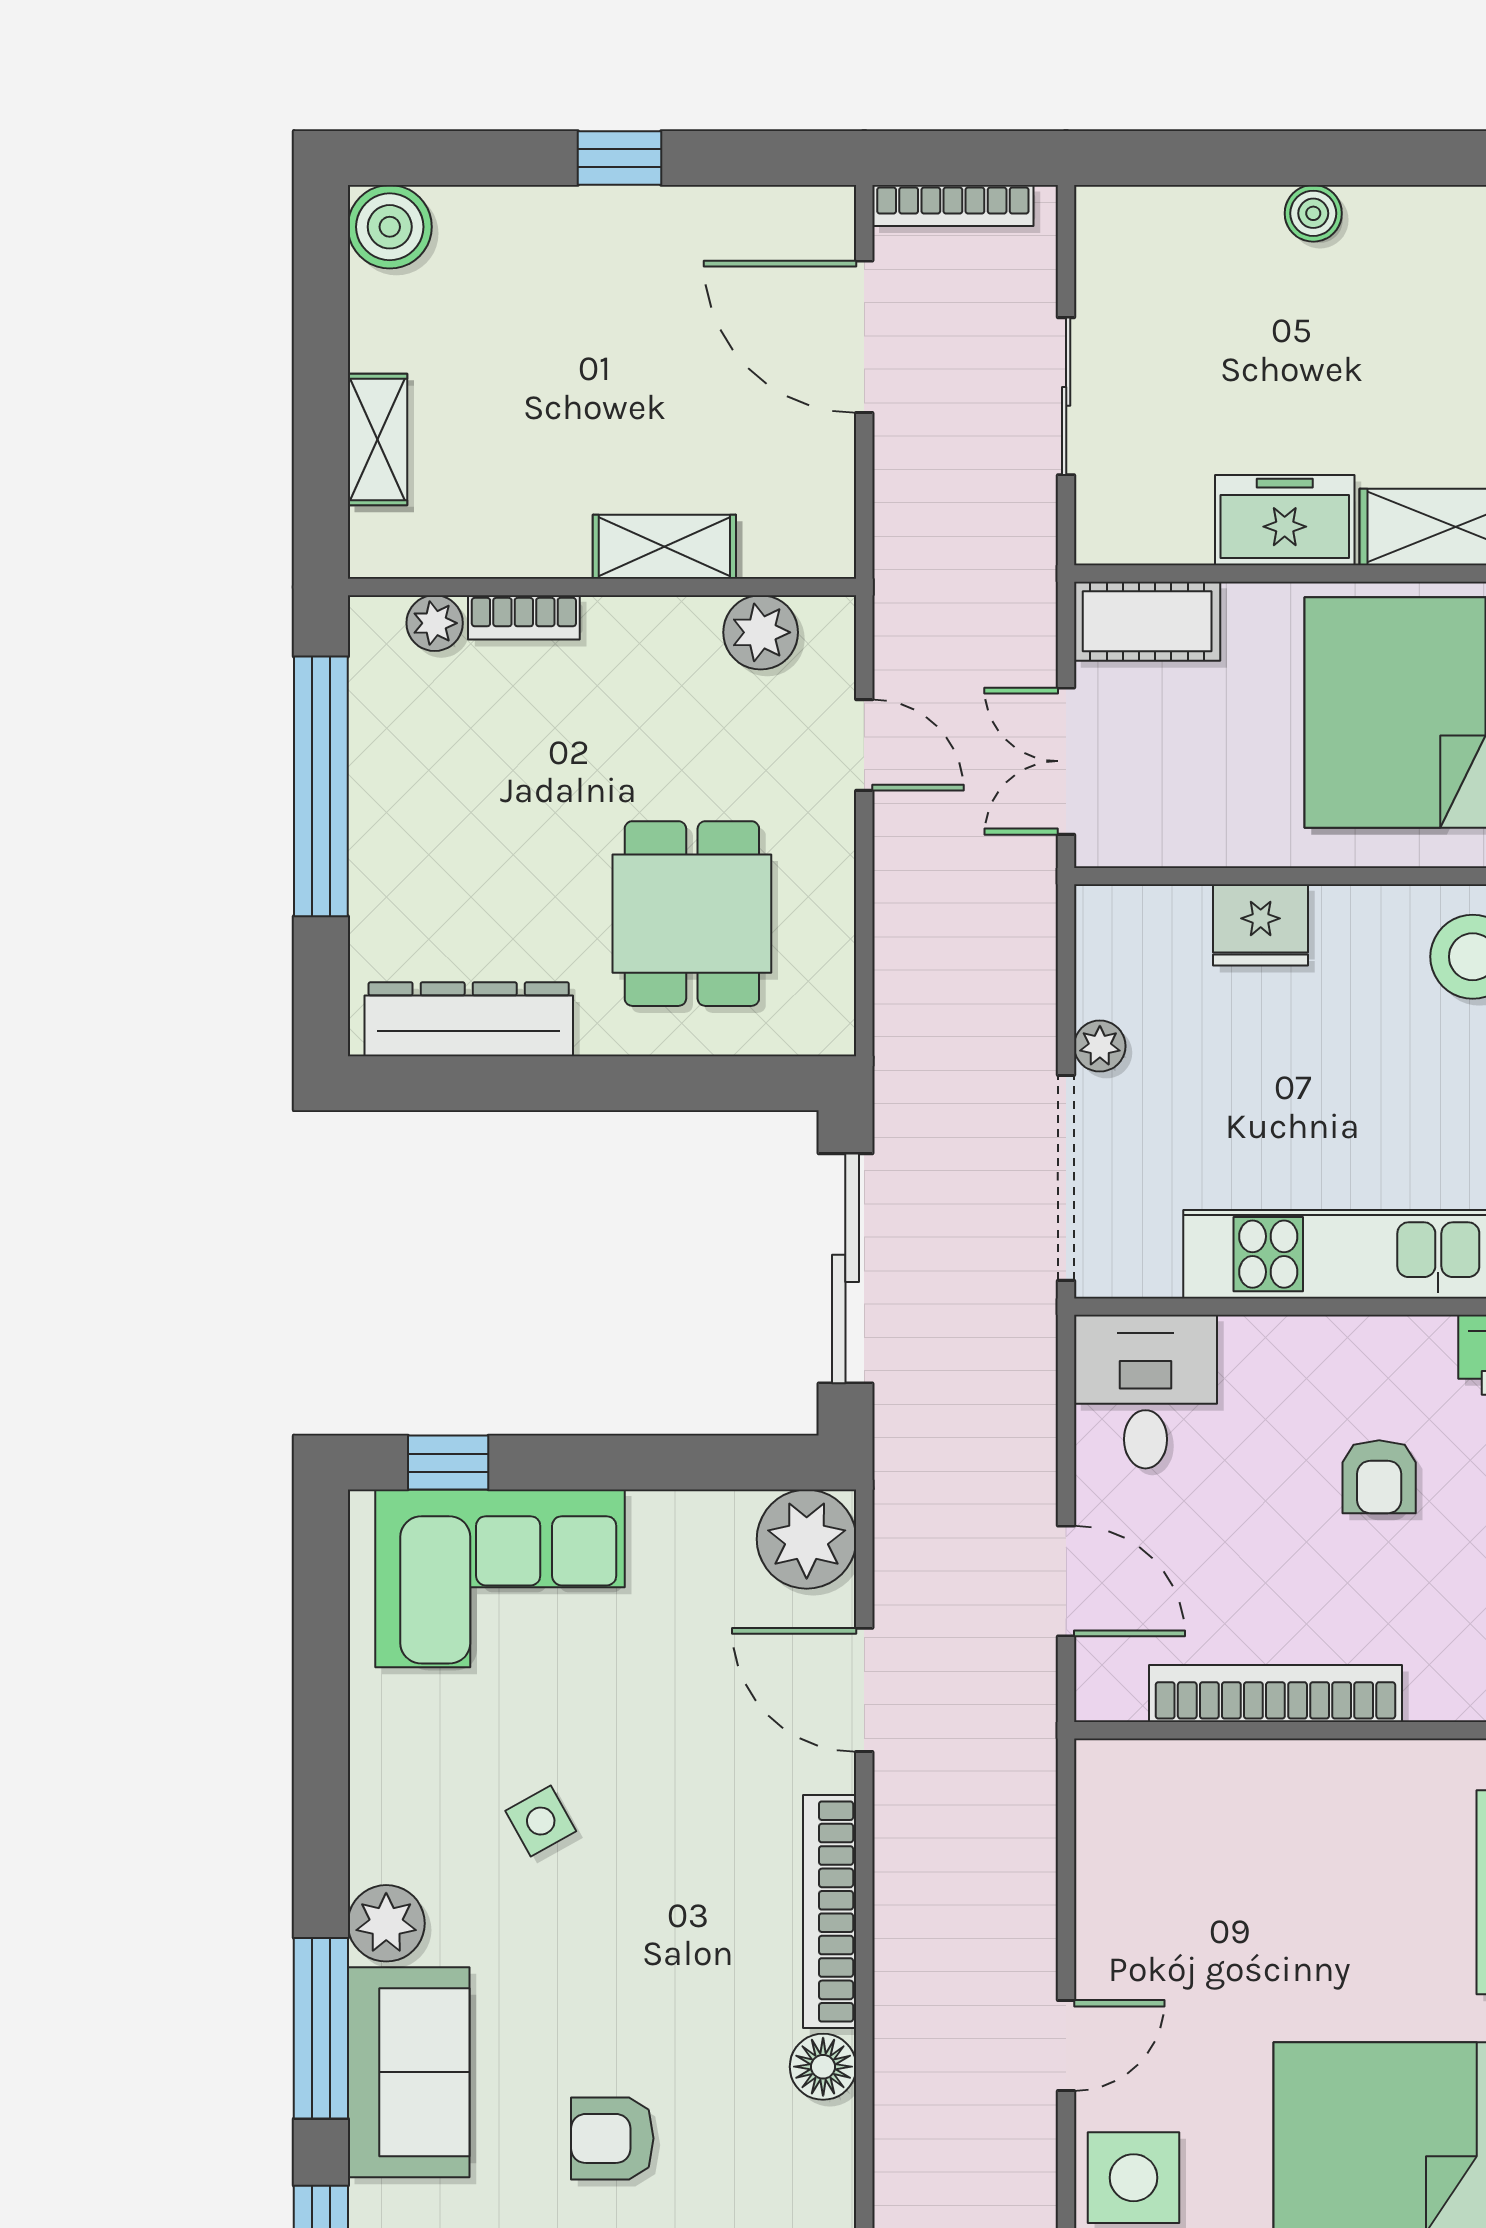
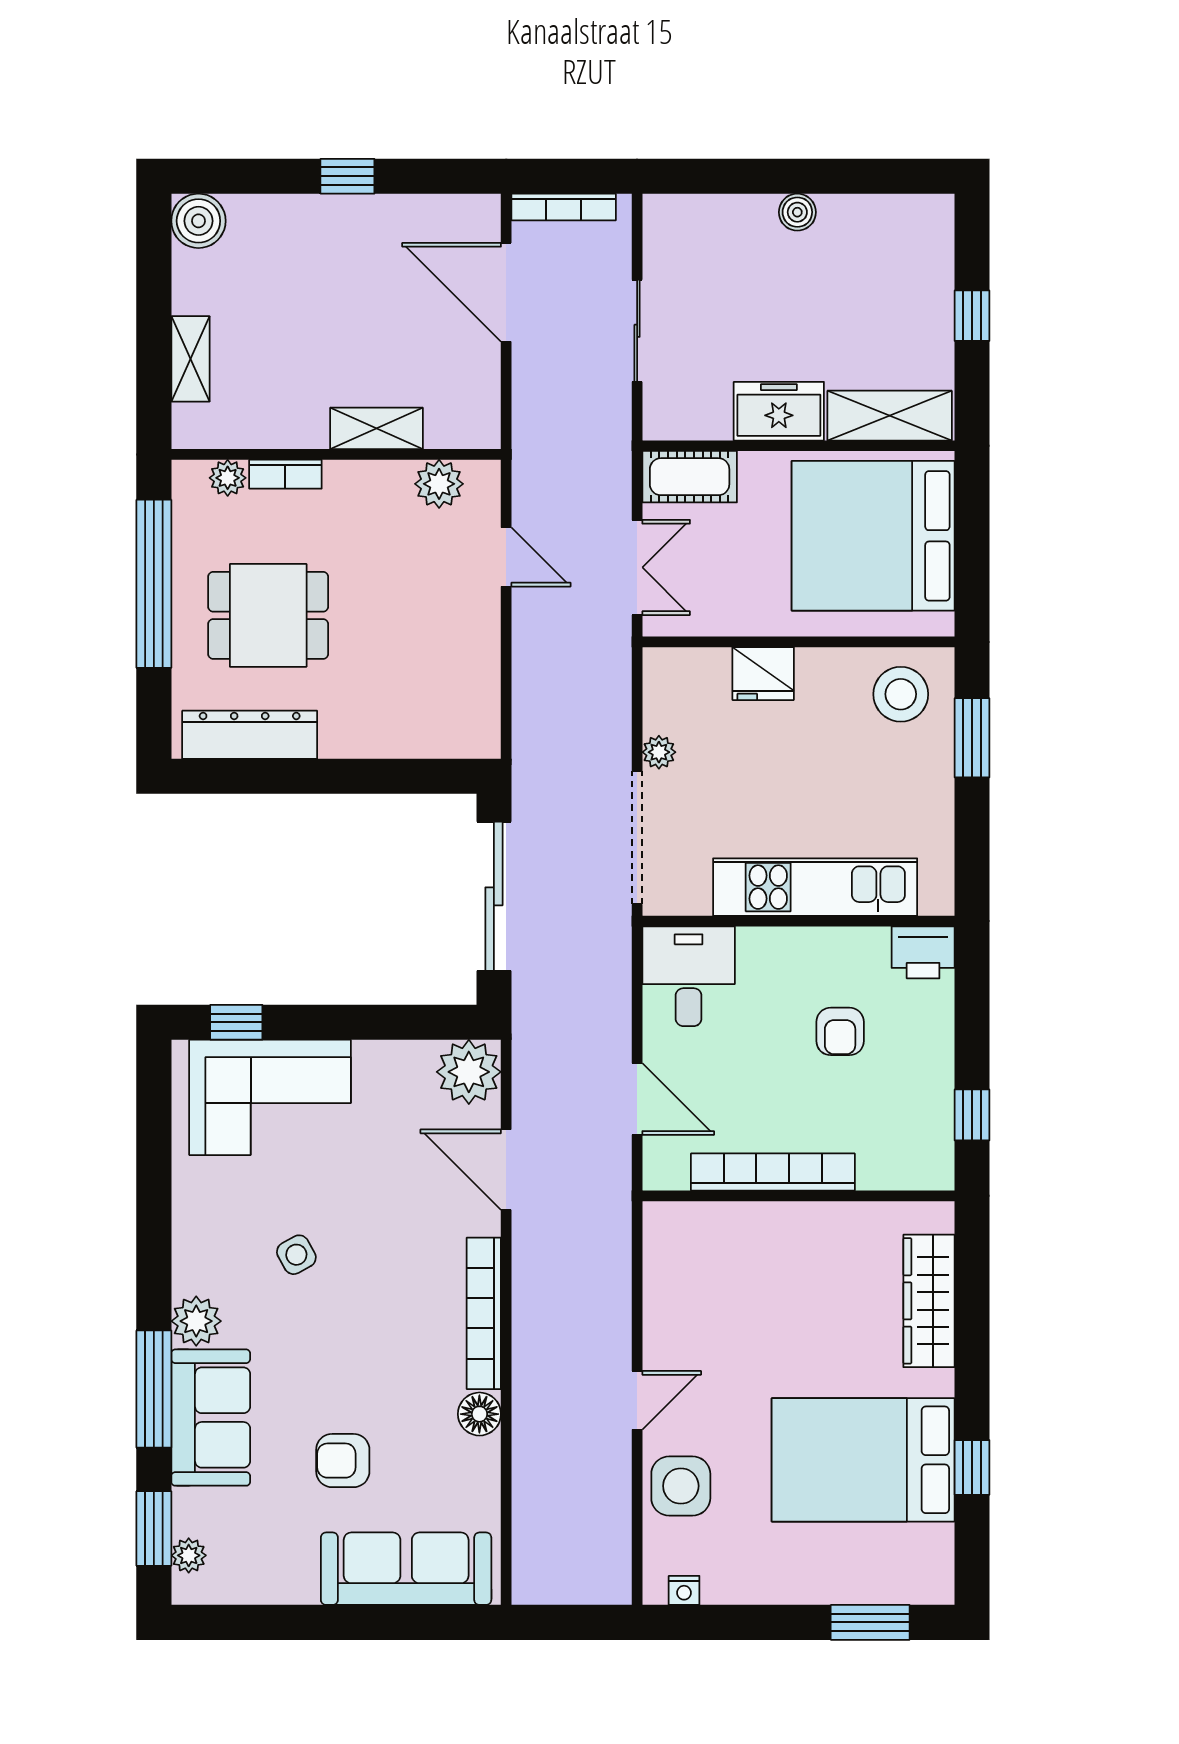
double door: (1066, 761) -> (637, 567), swing flipped
dining table: (692, 914) -> (268, 615), moved, turned 90

